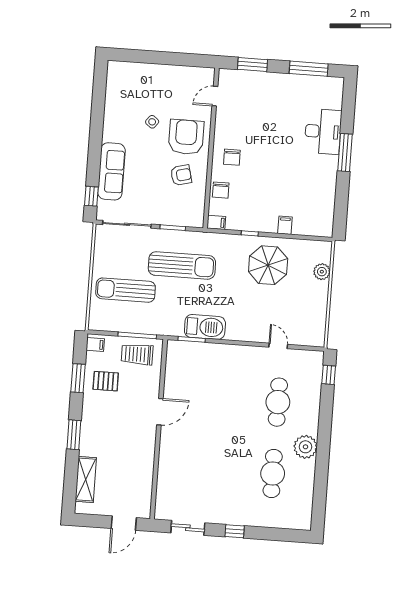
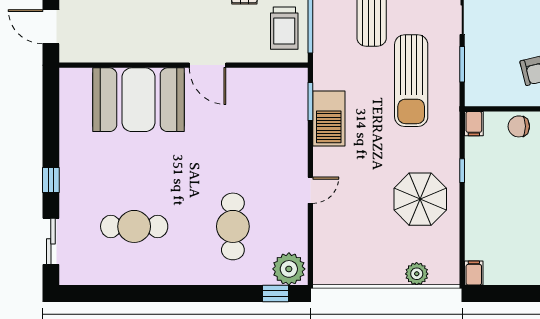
filing cabinet: (285, 225) -> (474, 273), moved, turned -90
door: (278, 346) -> (310, 190), moved
trolley: (137, 354) -> (284, 28), turned 180
cafe table: (278, 402) -> (233, 226), turned 90
plant: (305, 447) -> (289, 269), moved
booth: (181, 464) -> (138, 100), added
sliding door: (188, 528) -> (51, 241), moved

